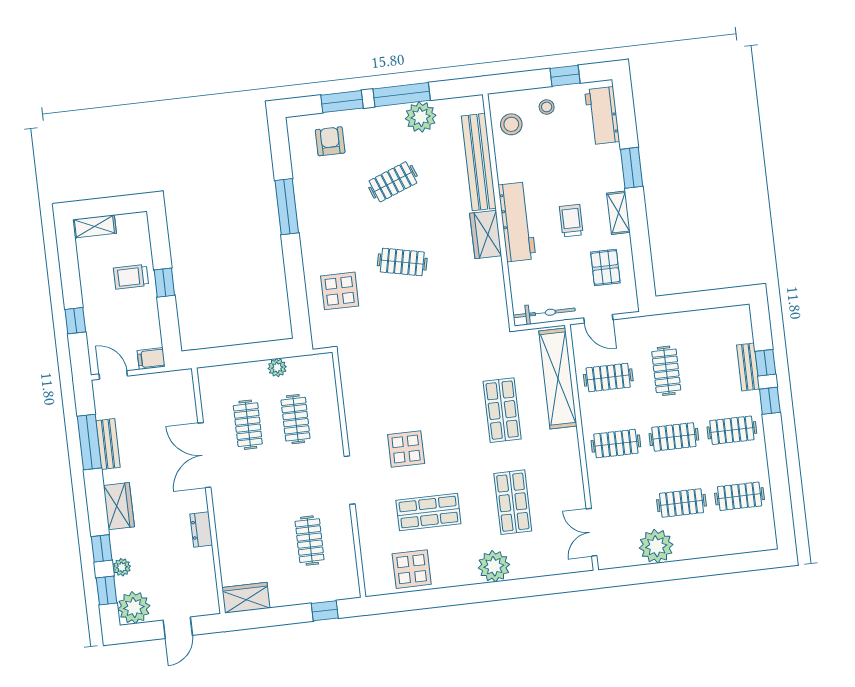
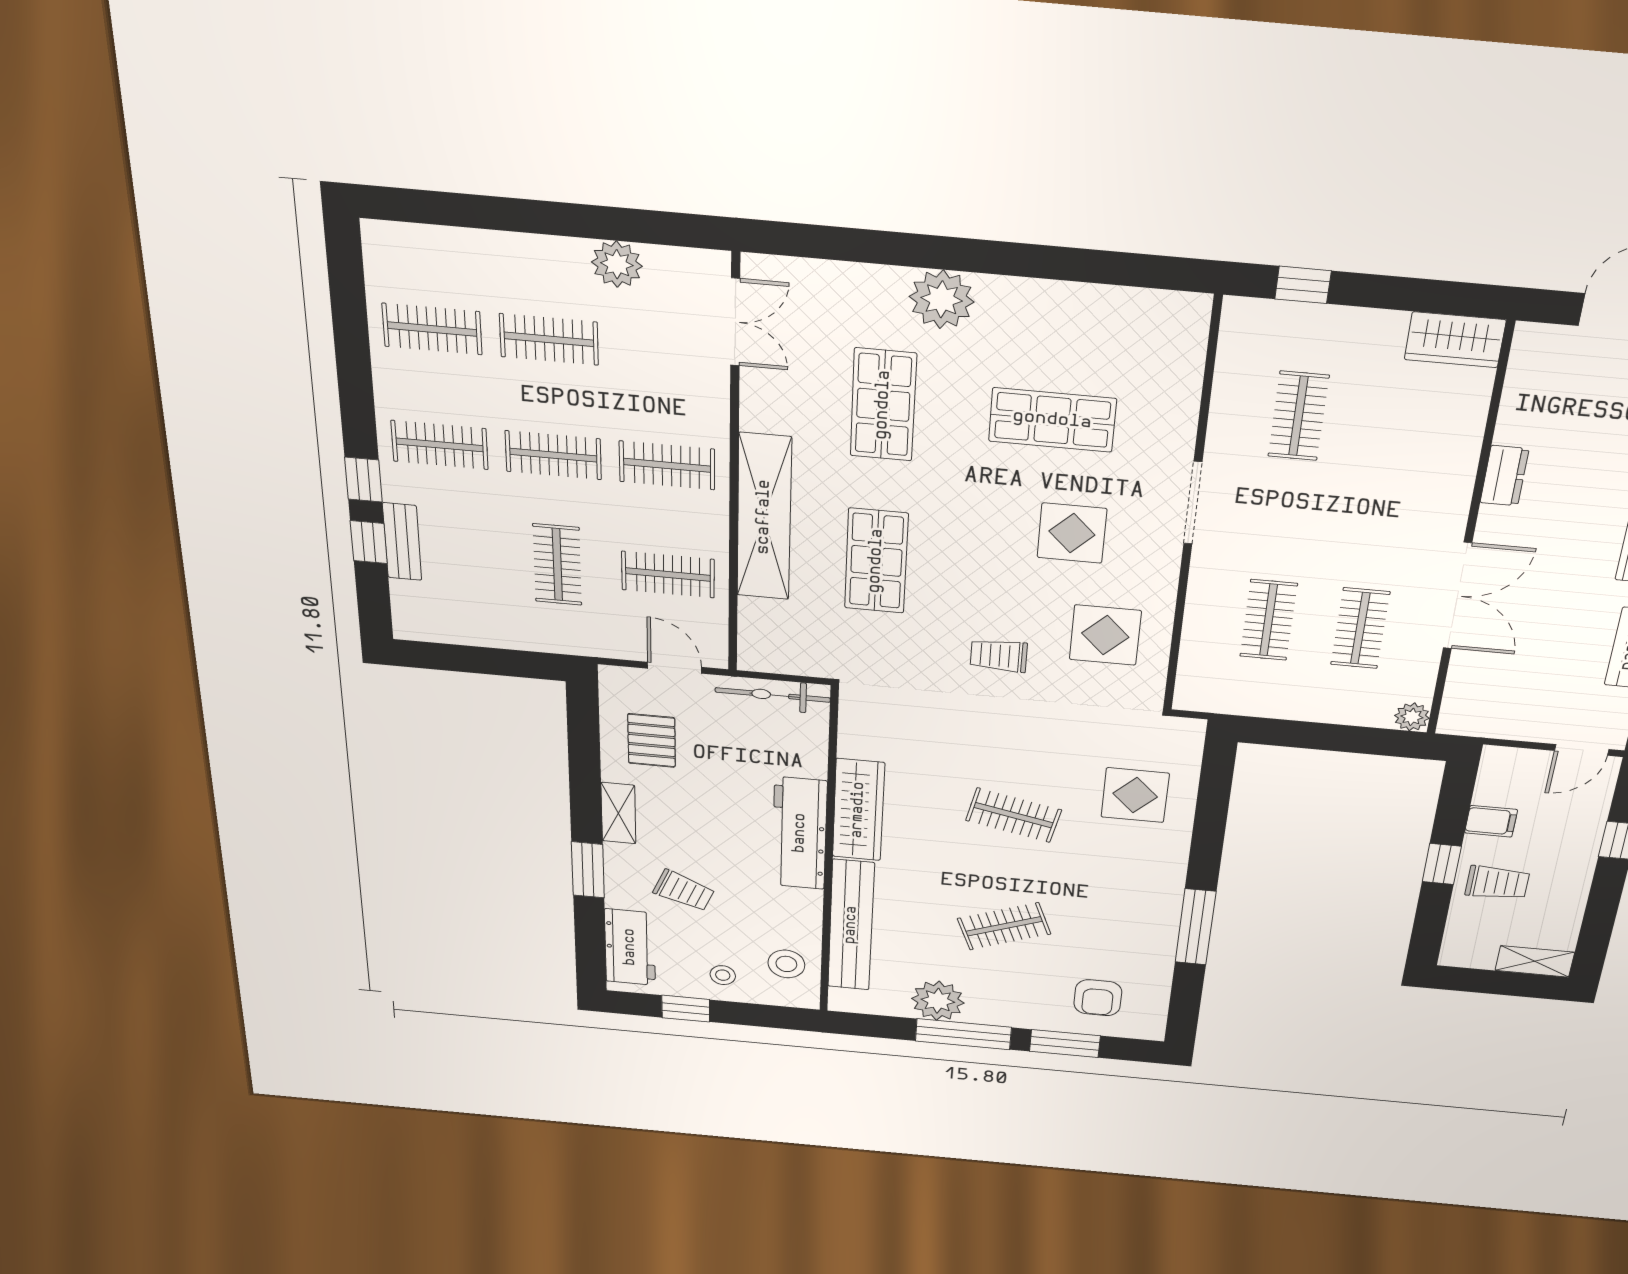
trolley: (571, 221) -> (684, 891), moved, turned -68
wardrobe: (486, 234) -> (858, 810), width x1.50
filing cabinet: (151, 359) -> (1491, 821), moved
trolley: (429, 366) -> (999, 656), added
plant: (277, 368) -> (1412, 717), moved
door: (113, 375) -> (1582, 750), hinge flipped
shelving: (558, 378) -> (764, 517), moved
plant: (656, 546) -> (617, 264), width x0.73, depth x0.73
display table: (412, 569) -> (1105, 635), moved

